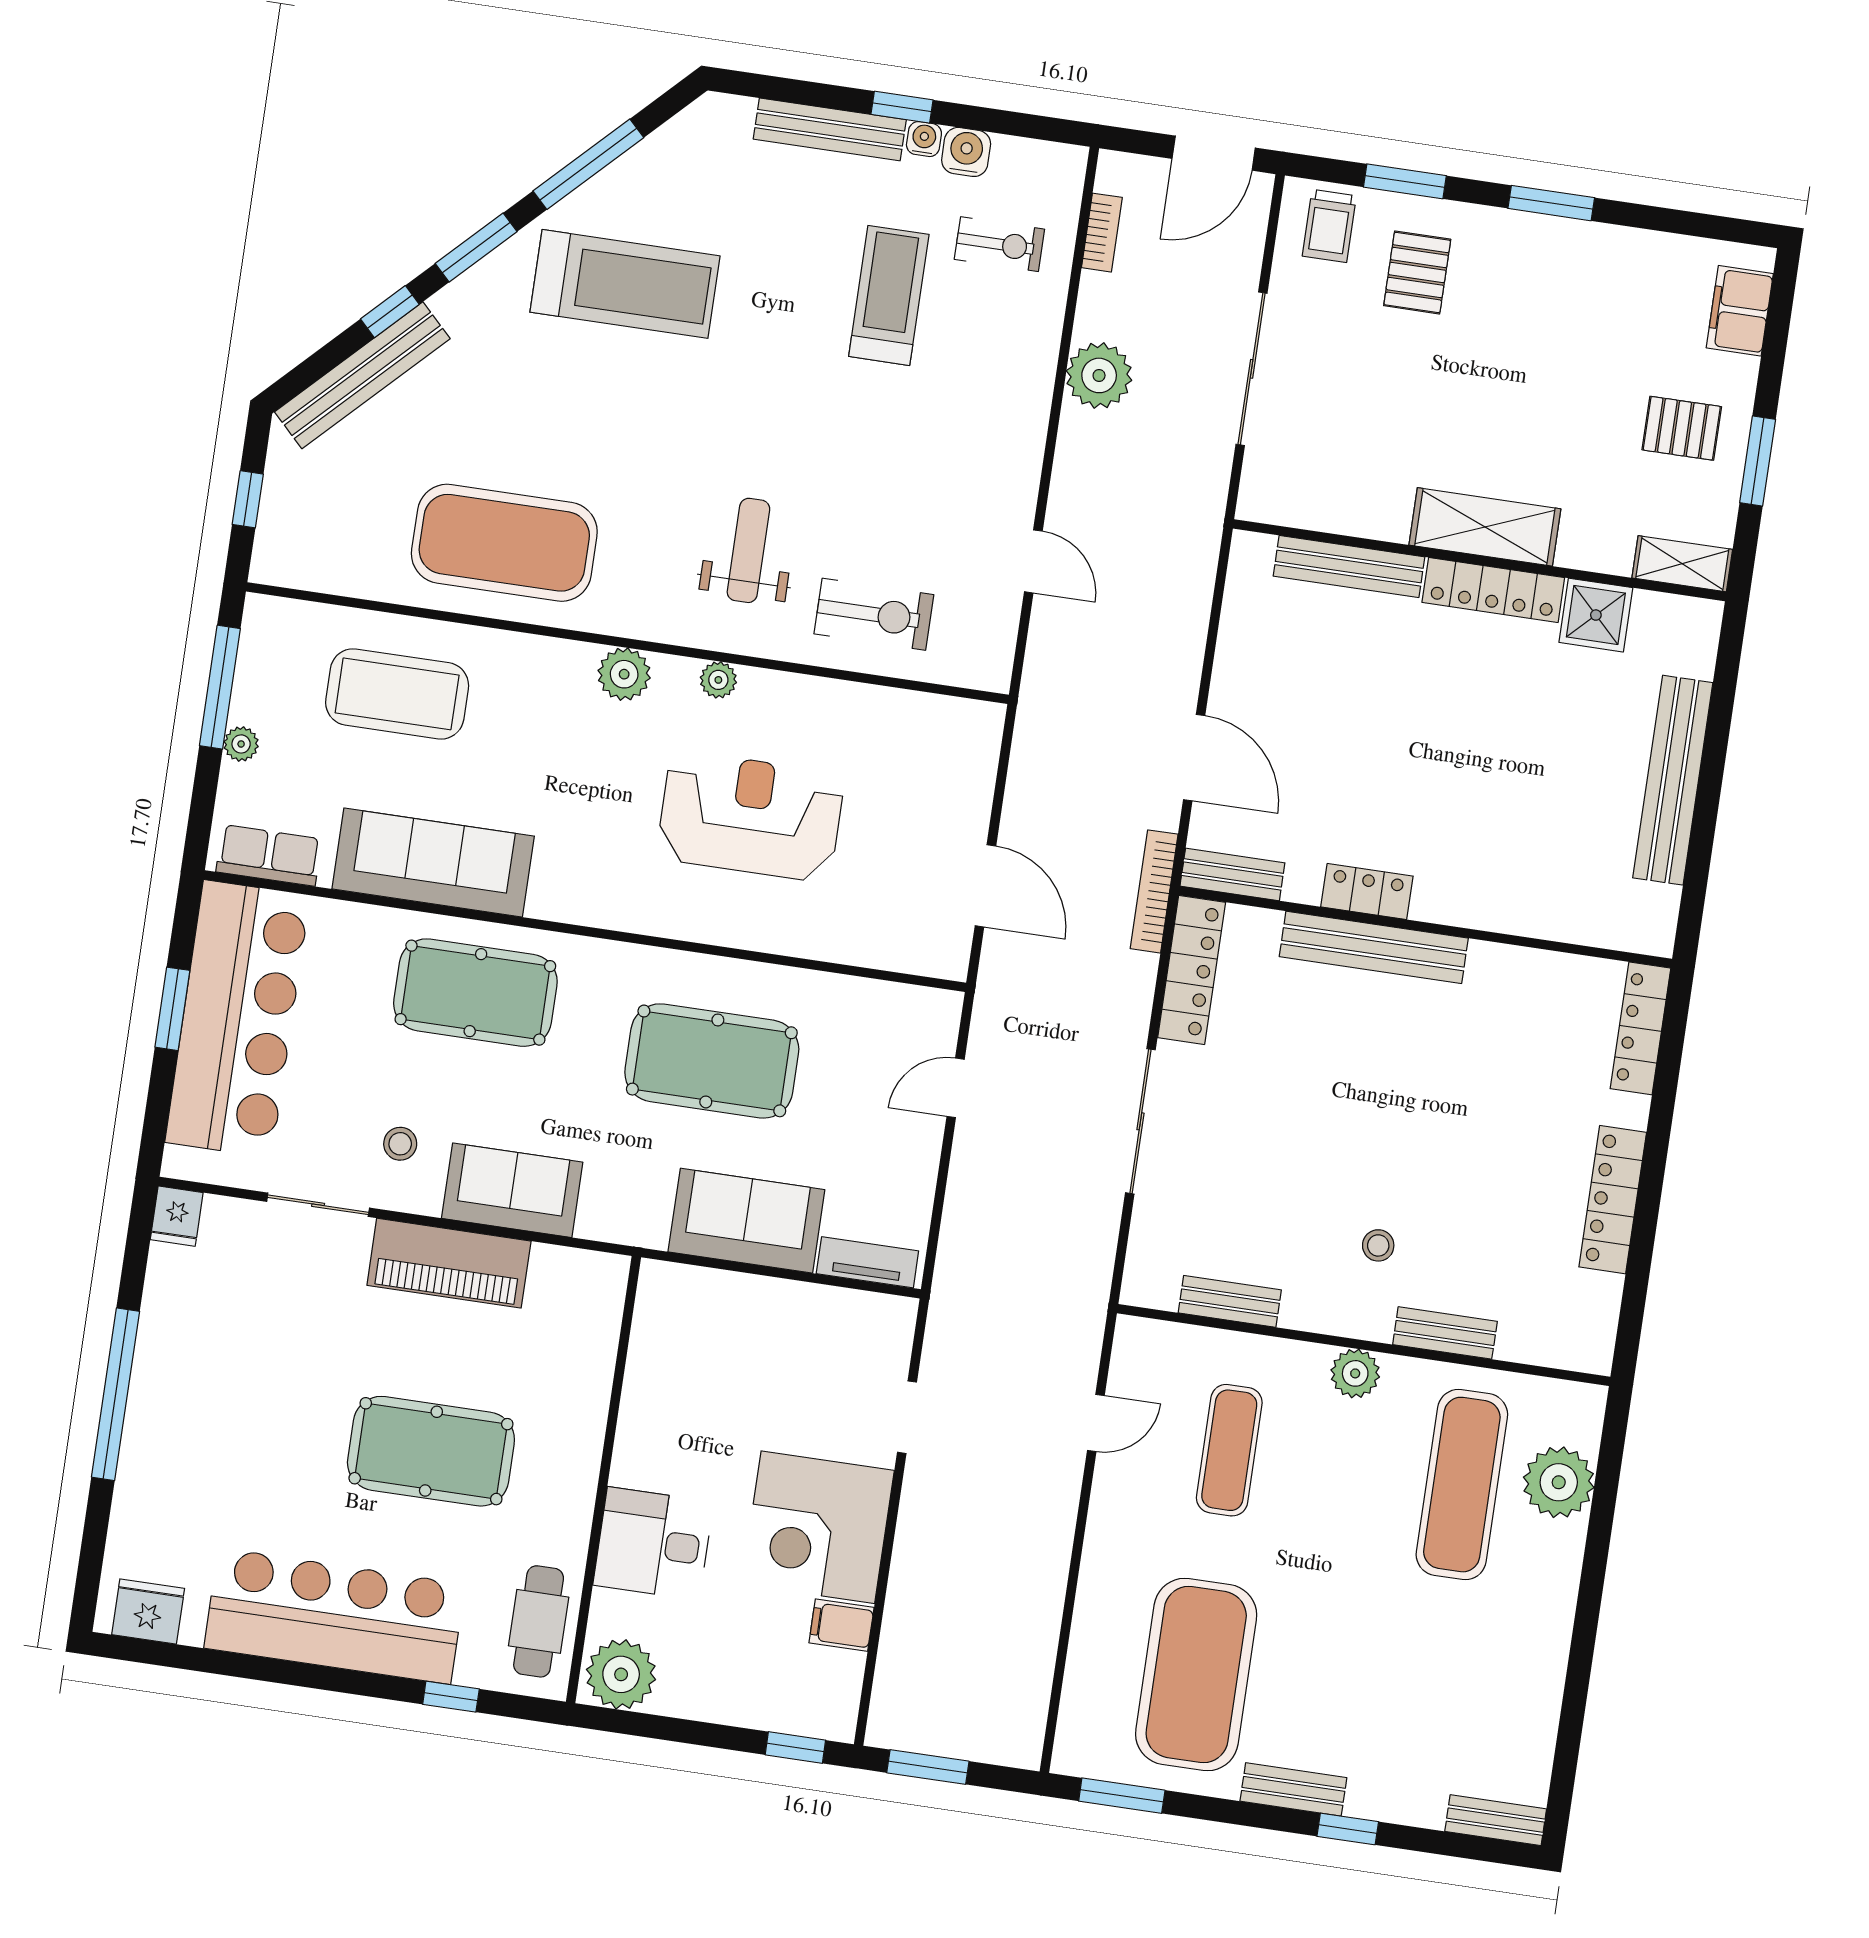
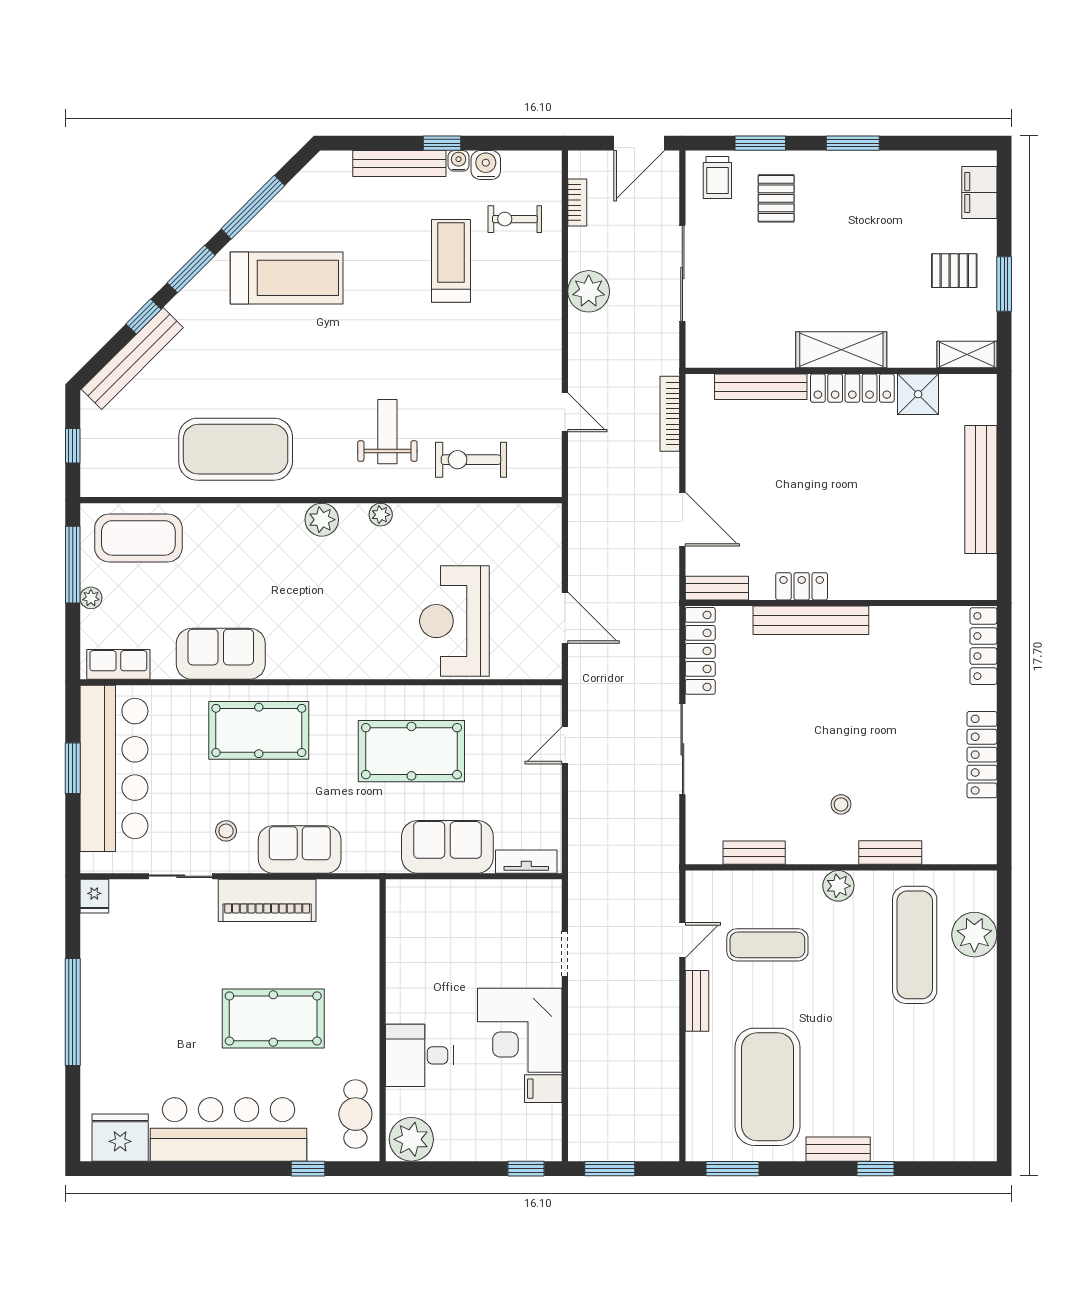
exercise bike: (999, 244) -> (515, 219), turned 180
exercise bike: (874, 614) -> (471, 460), turned 180
coffee table: (397, 694) -> (138, 538), moved
reception desk: (750, 816) -> (454, 621), moved, turned -90
sofa: (433, 863) -> (221, 654), width x0.73
bookcase: (1154, 891) -> (670, 414), moved
exercise mat: (1229, 1450) -> (767, 945), turned 90
fridge: (148, 1611) -> (120, 1138), width x1.36, depth x1.34
bench: (1496, 1820) -> (697, 1001), moved, turned 90

